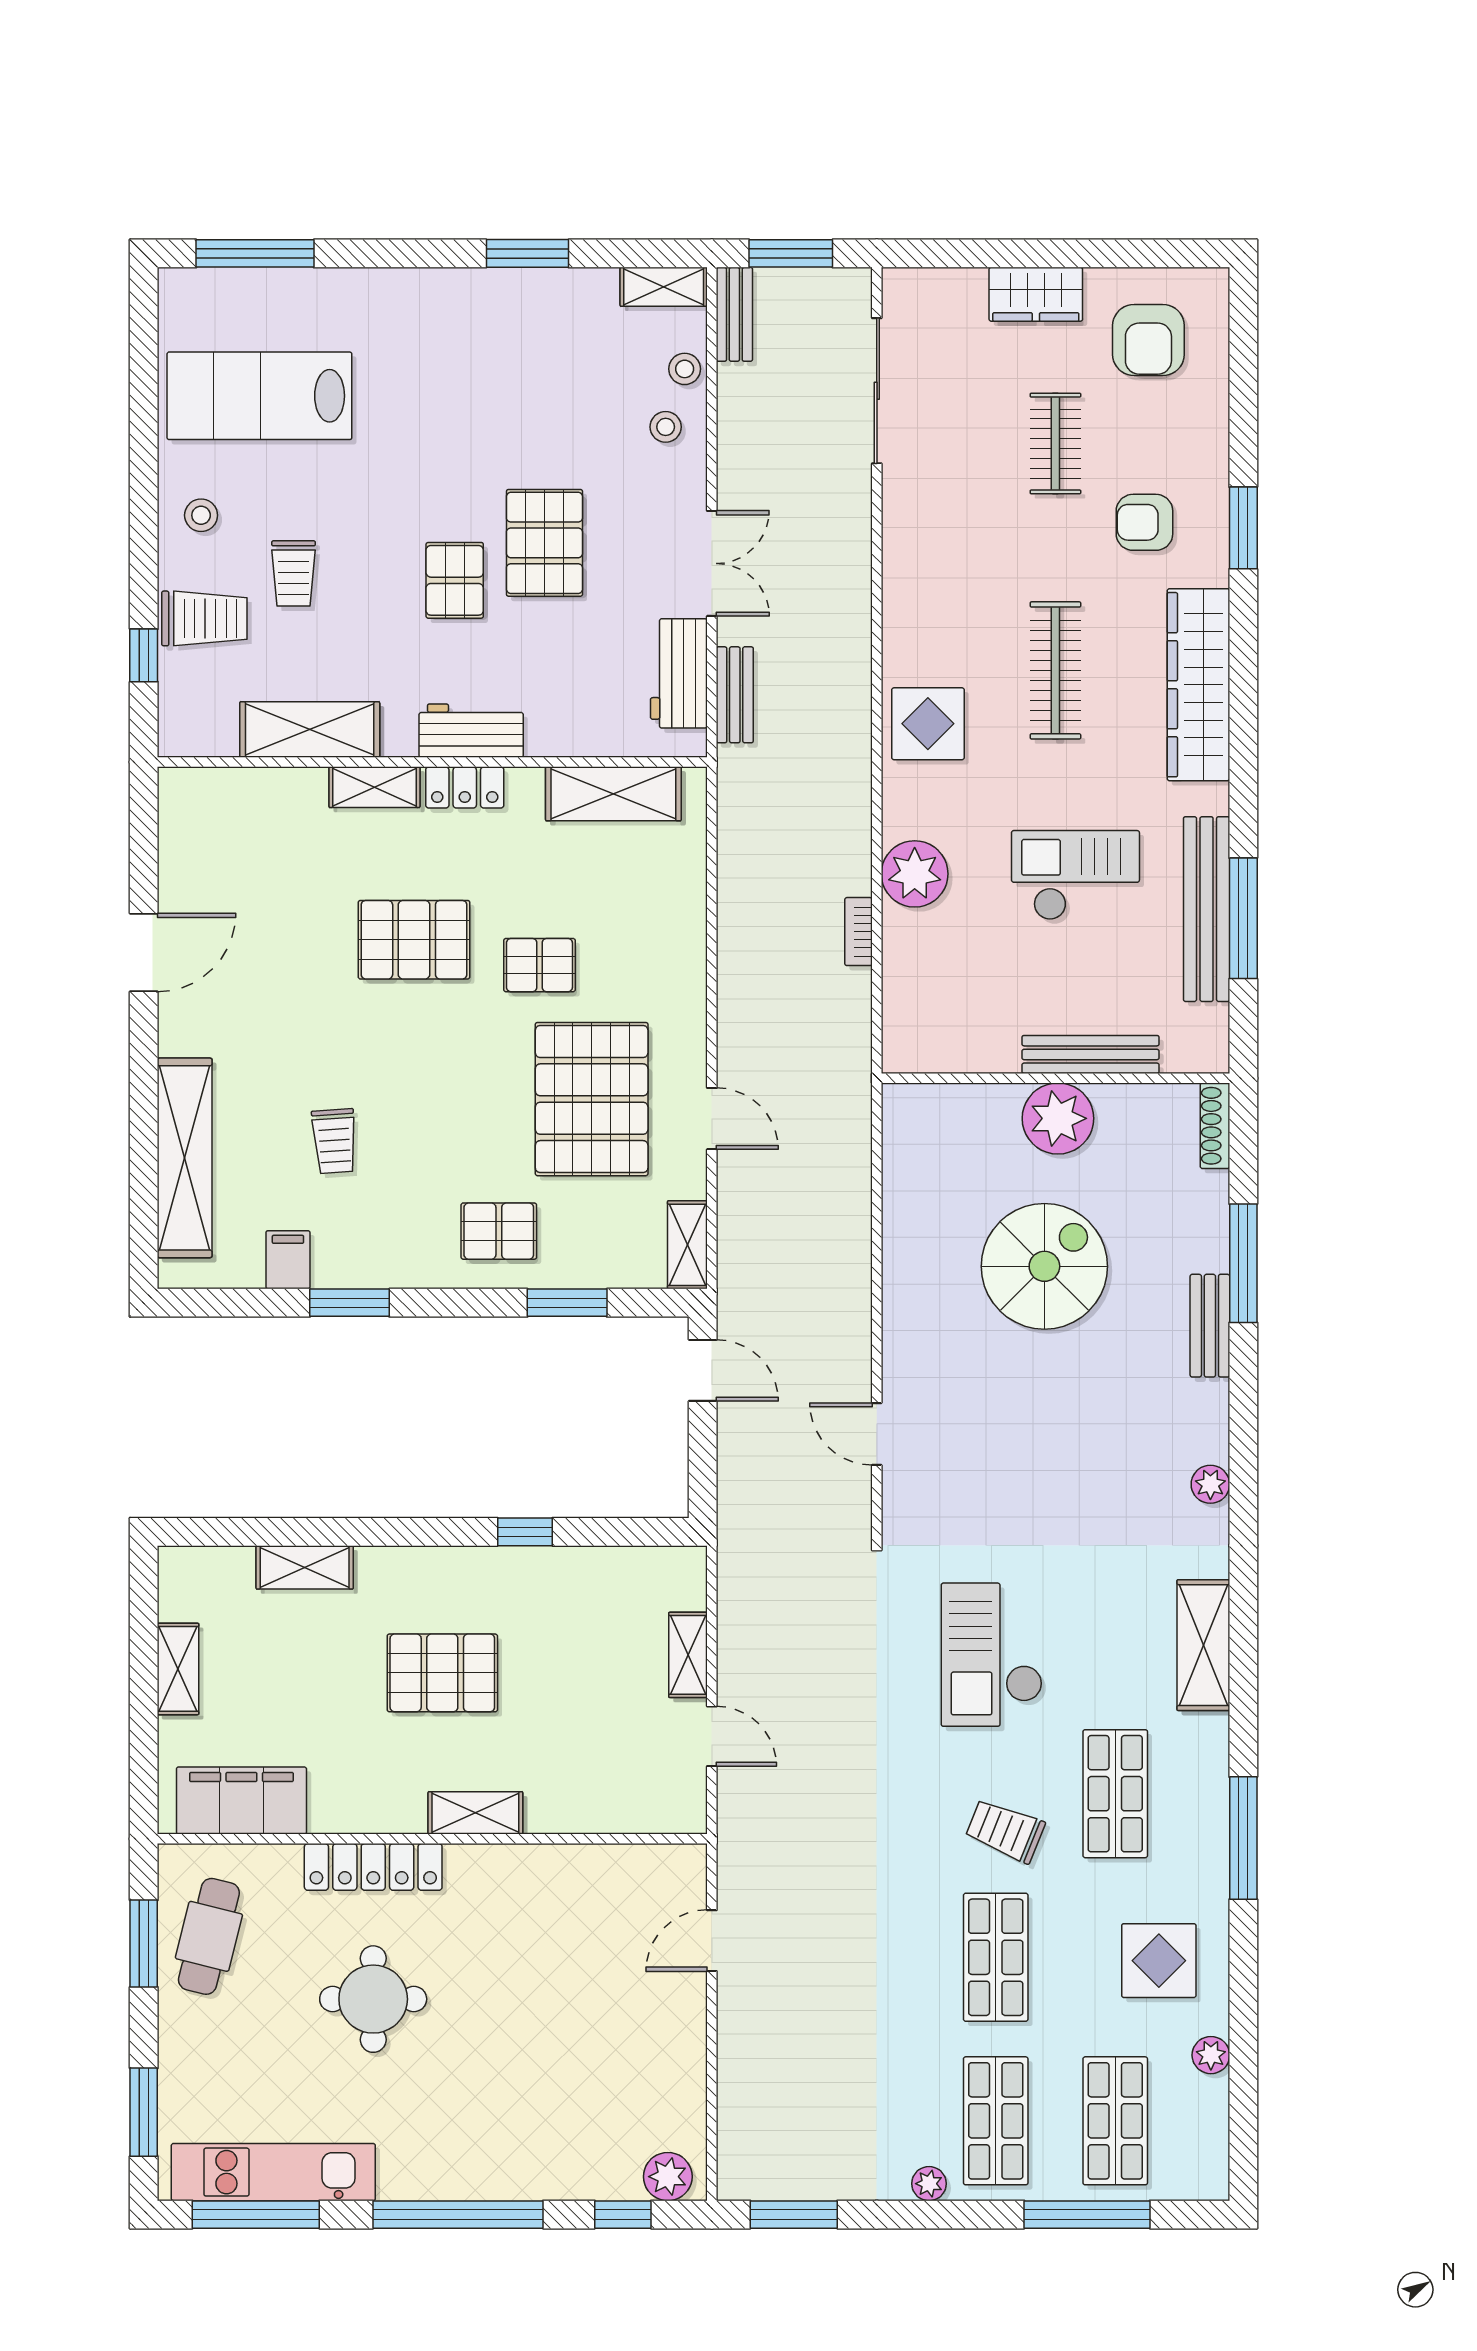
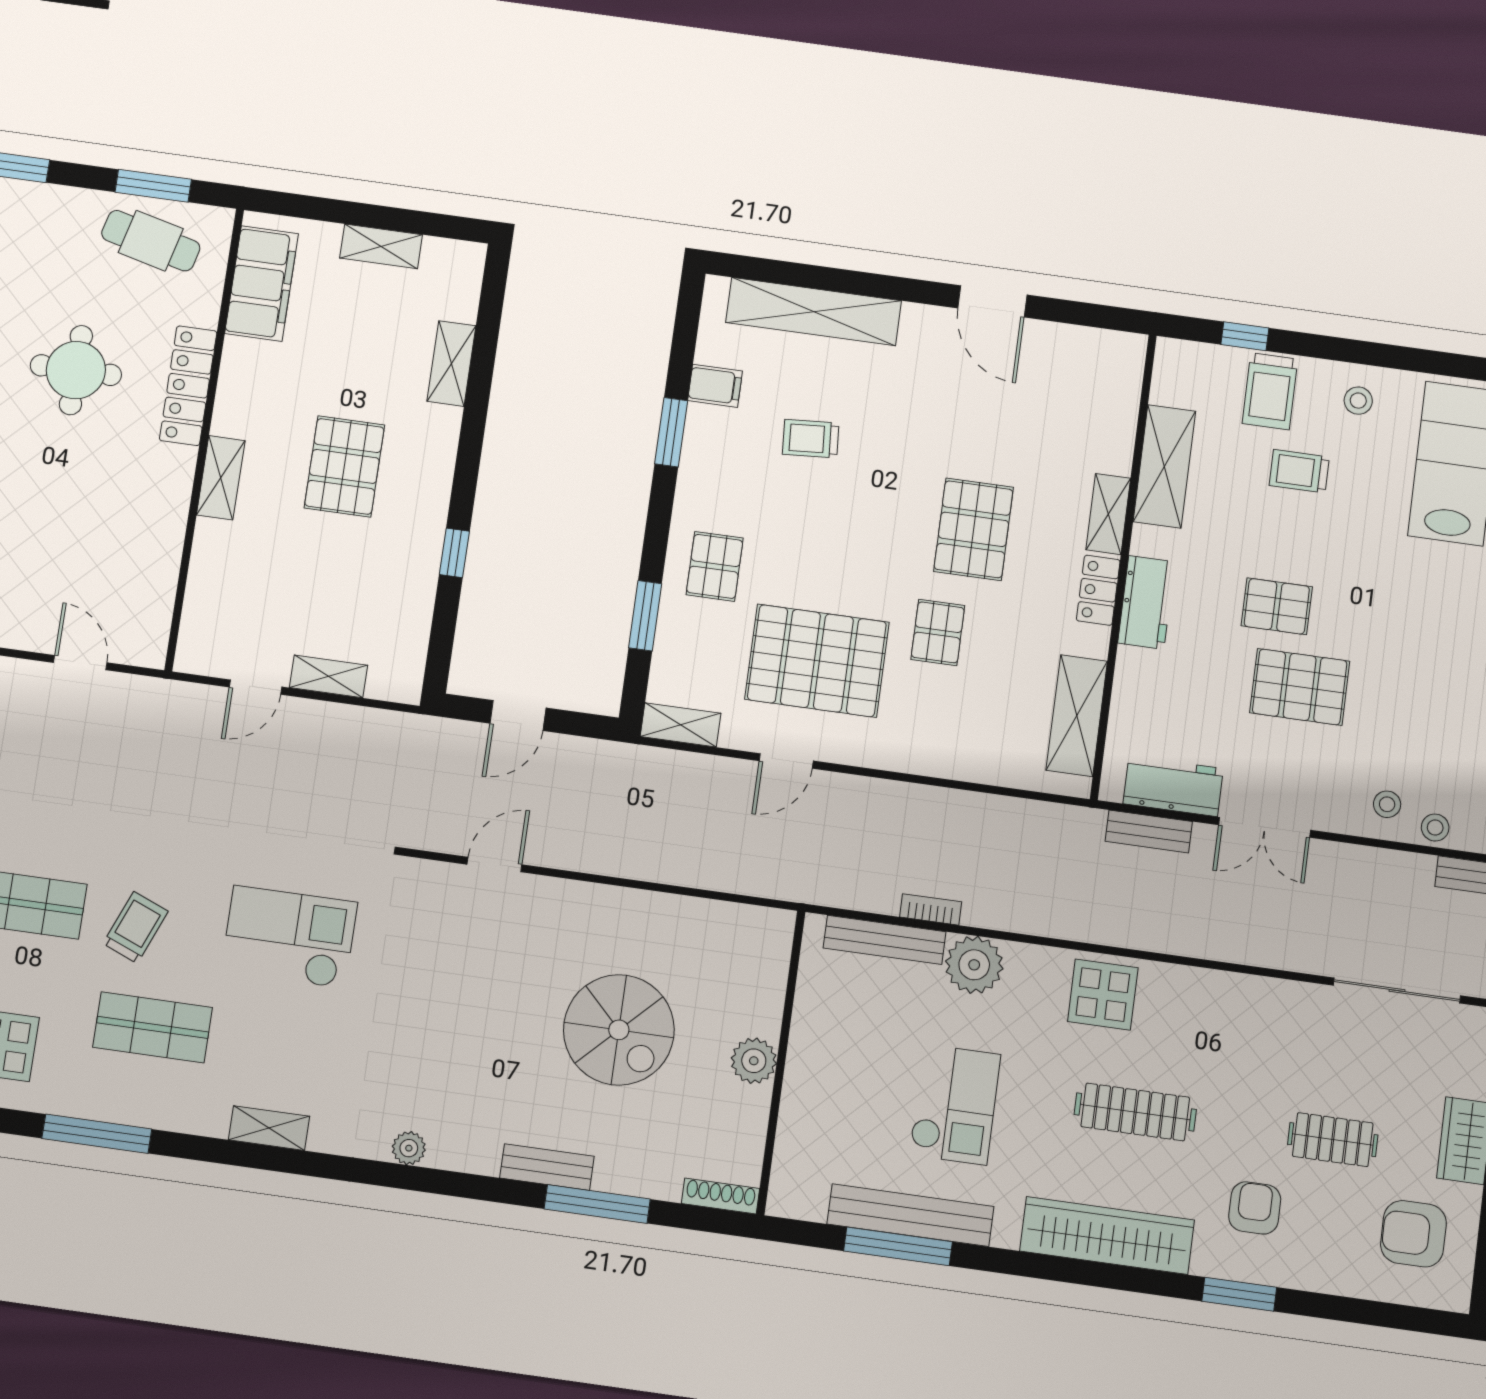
bench: (1091, 1054) -> (885, 940), moved, turned 90
plant: (1058, 1118) -> (754, 1061), width x0.73, depth x0.73
door: (703, 1370) -> (518, 716), moved
shelving: (1203, 1645) -> (269, 1128), width x0.67, depth x0.75

